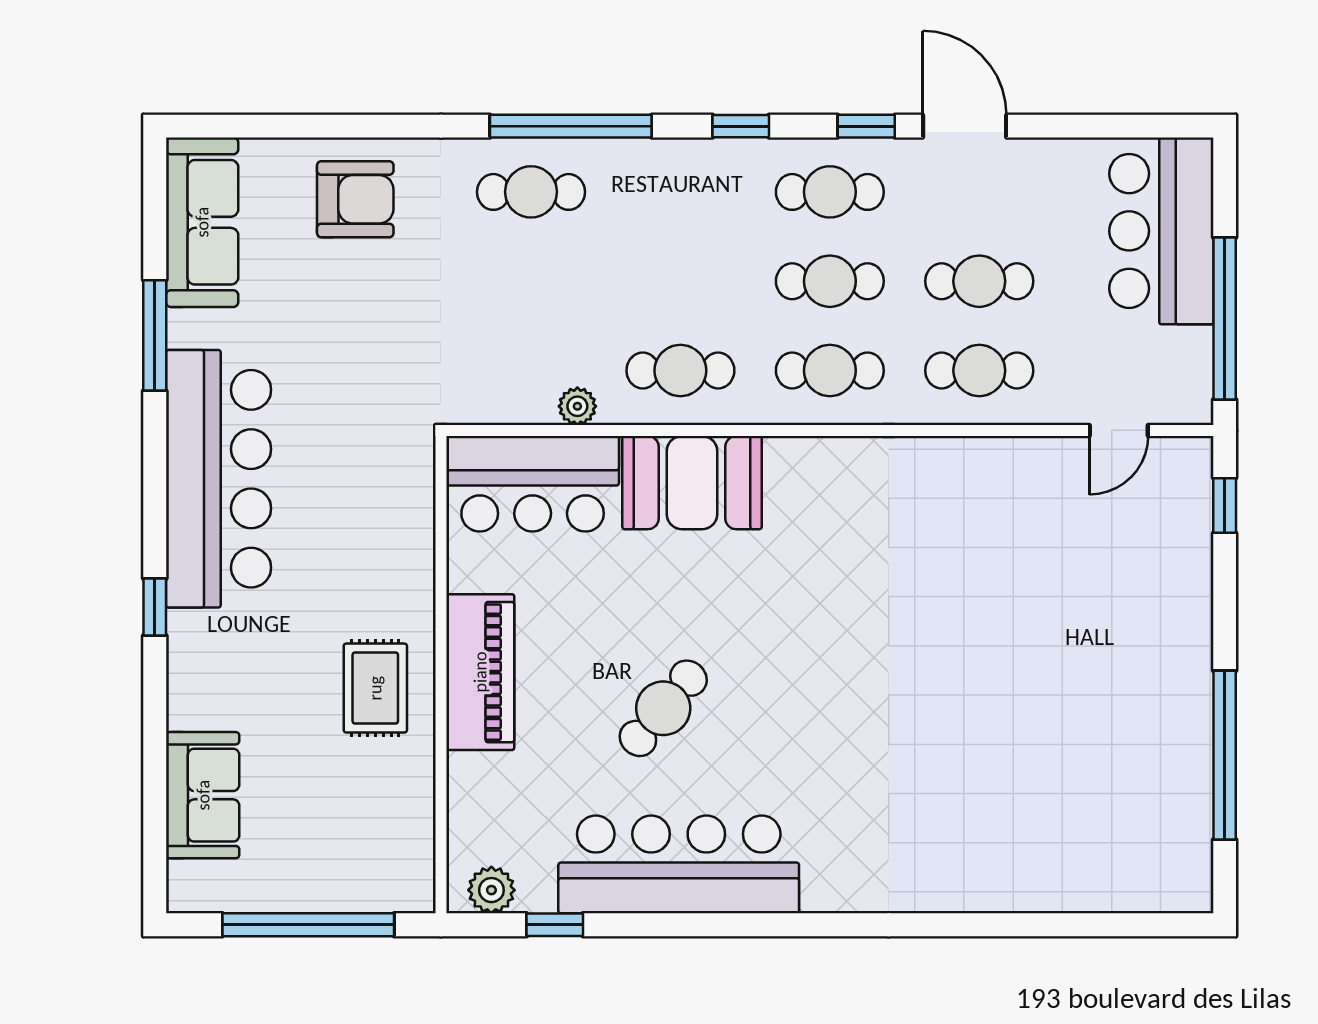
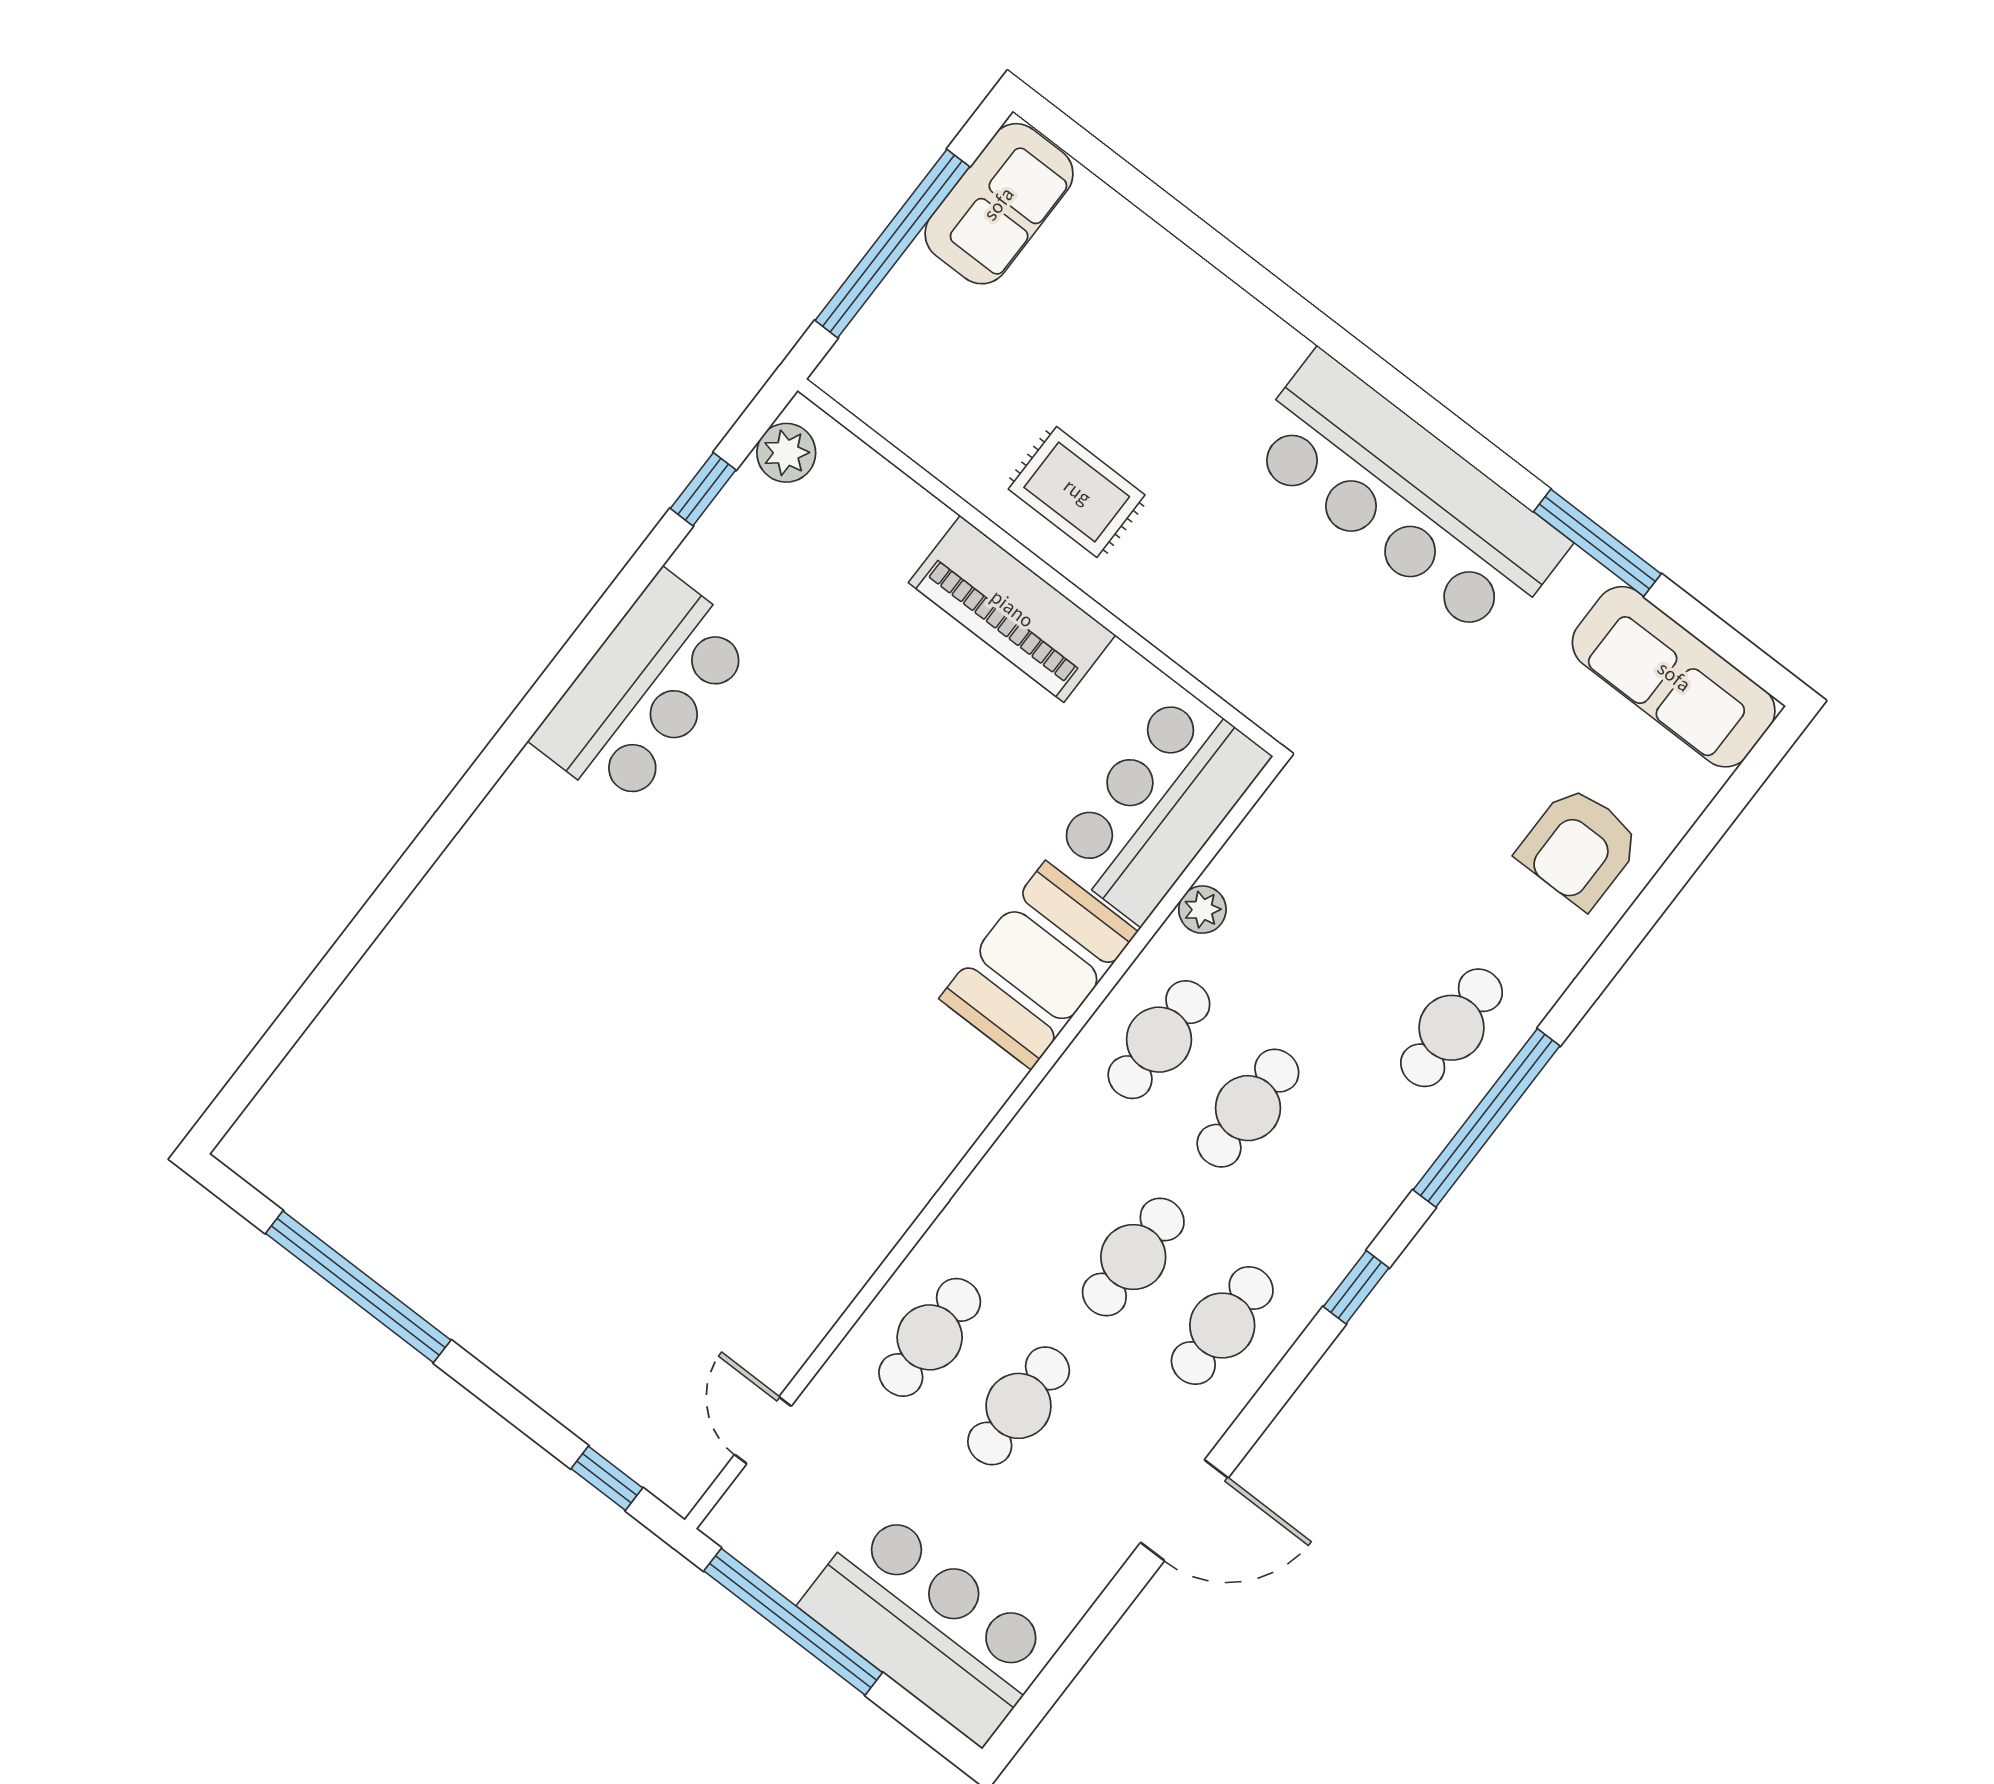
window: (866, 126) -> (1260, 1412), removed
cafe table: (830, 371) -> (1248, 1108), moved
window: (155, 607) -> (1327, 334), removed
cafe table: (663, 708) -> (836, 763), removed
sofa: (203, 795) -> (999, 204), moved, turned -90
bar counter: (679, 864) -> (644, 691), width x0.73

